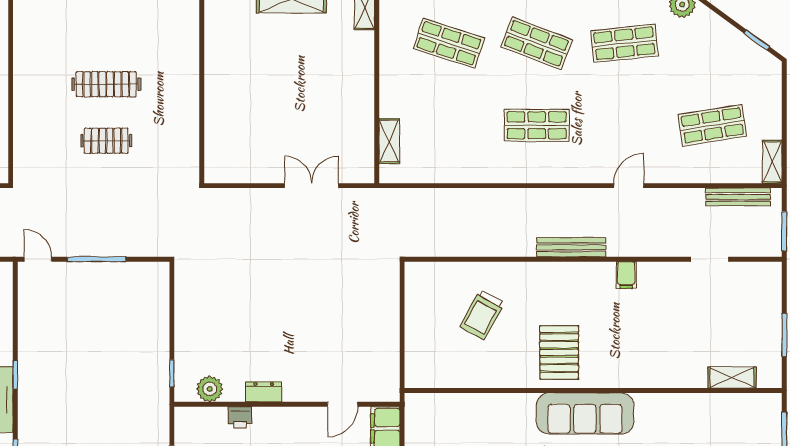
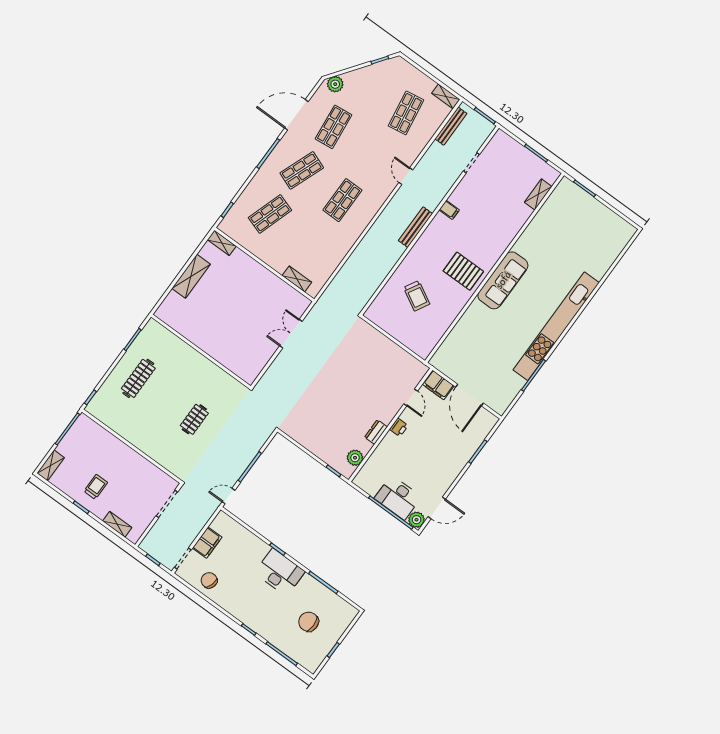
clothes rail: (106, 84) -> (138, 378), moved
printer: (240, 417) -> (399, 427), moved

